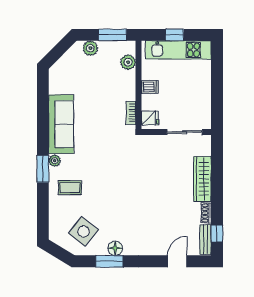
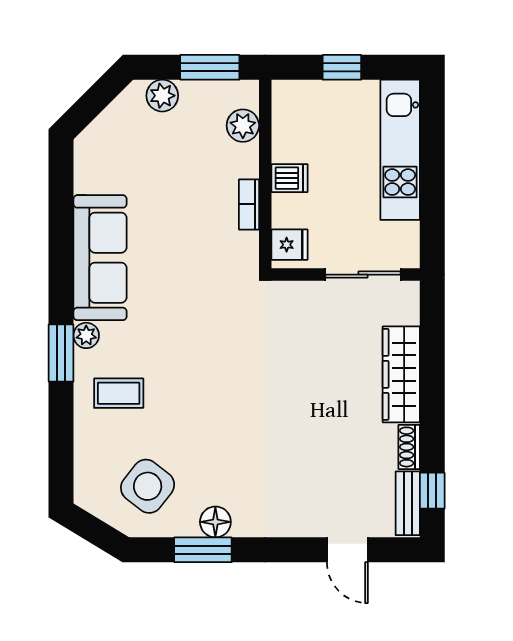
kitchen unit: (178, 50) -> (400, 150), moved, turned 90
bookcase: (131, 113) -> (249, 204), moved
door: (177, 261) -> (347, 550), swing flipped

